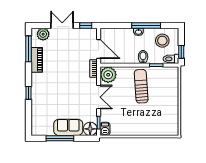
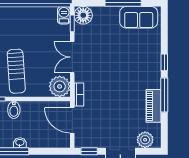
window: (29, 49) -> (164, 95), moved
sofa: (68, 127) -> (139, 17), moved

